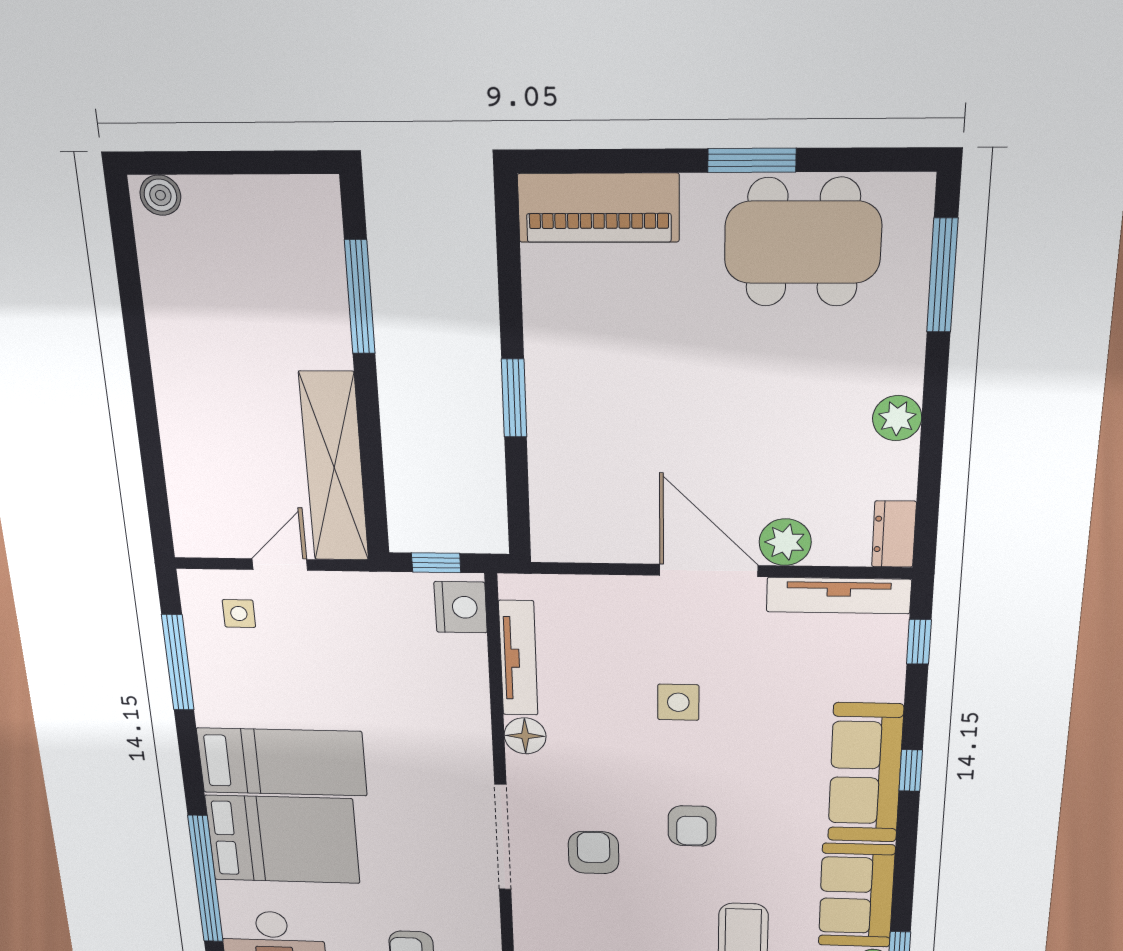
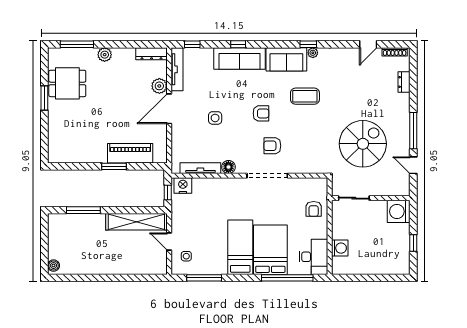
piano: (599, 208) -> (130, 153), moved, turned -90
dining table: (803, 242) -> (67, 83), width x0.73
plant: (897, 418) -> (105, 55), moved
dresser: (894, 534) -> (152, 54), width x1.44

